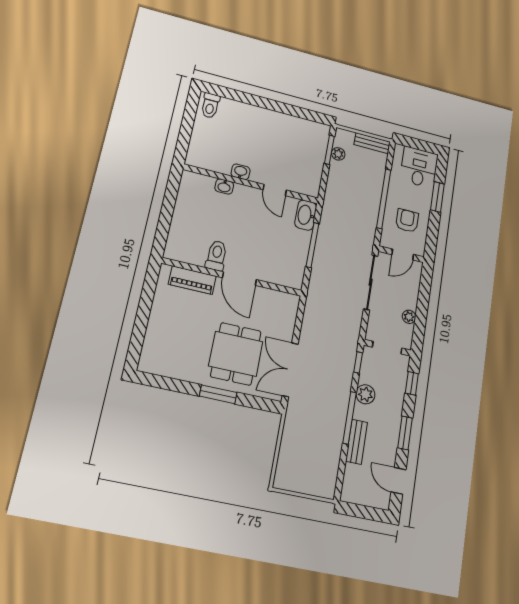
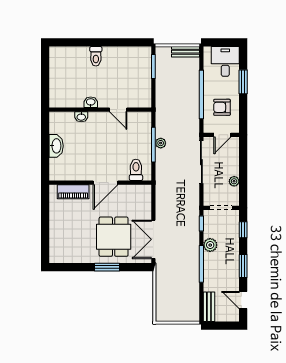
toilet: (210, 106) -> (96, 56), moved
plant: (338, 154) -> (161, 143), moved
washbasin: (306, 215) -> (56, 146), moved, turned 180
armchair: (407, 221) -> (222, 107), turned -90
toilet: (216, 256) -> (136, 170), moved
door: (239, 279) -> (106, 183), hinge flipped
bench: (357, 442) -> (209, 307), moved

